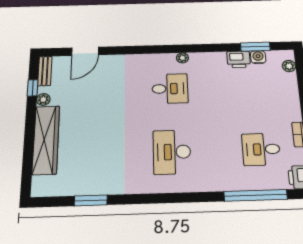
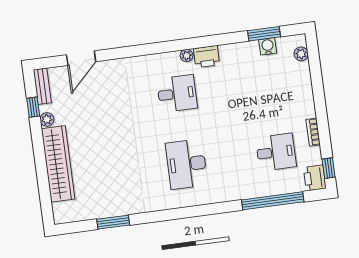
printer: (239, 59) -> (207, 57), moved
desk: (261, 149) -> (276, 152), turned 180

